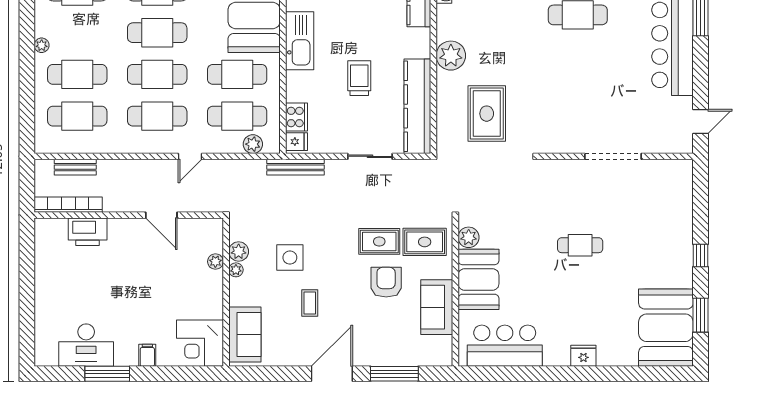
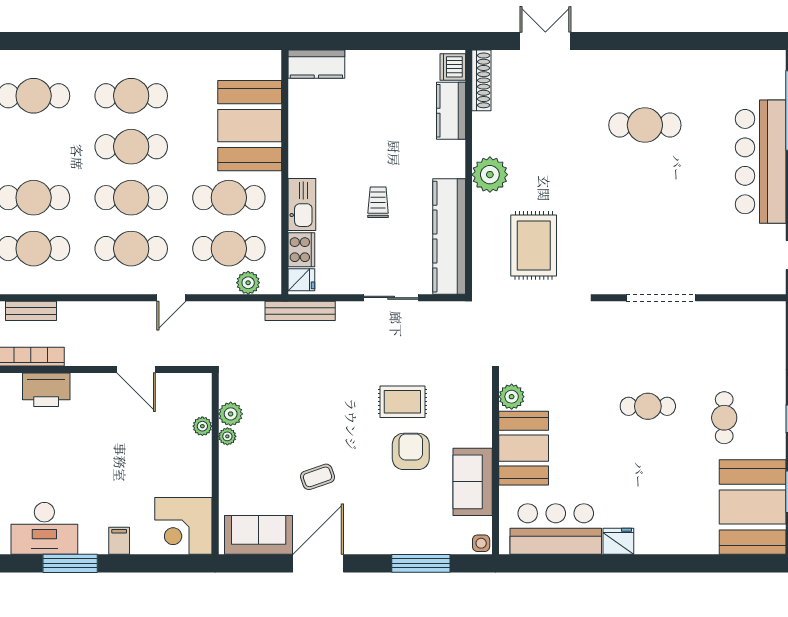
kitchen sink: (300, 41) -> (302, 205), moved, width x0.73, depth x0.81
trolley: (359, 78) -> (378, 202), width x0.73, depth x0.72
doorway: (613, 156) -> (661, 298), moved
rug: (425, 242) -> (458, 402), removed
cafe table: (643, 255) -> (724, 418), added
side table: (290, 258) -> (481, 543), moved, width x0.54, depth x0.54
coffee table: (310, 303) -> (318, 477), turned 71
sofa: (245, 334) -> (259, 535), moved, turned -90
fridge: (583, 356) -> (618, 541), moved
door: (332, 374) -> (318, 563), moved

